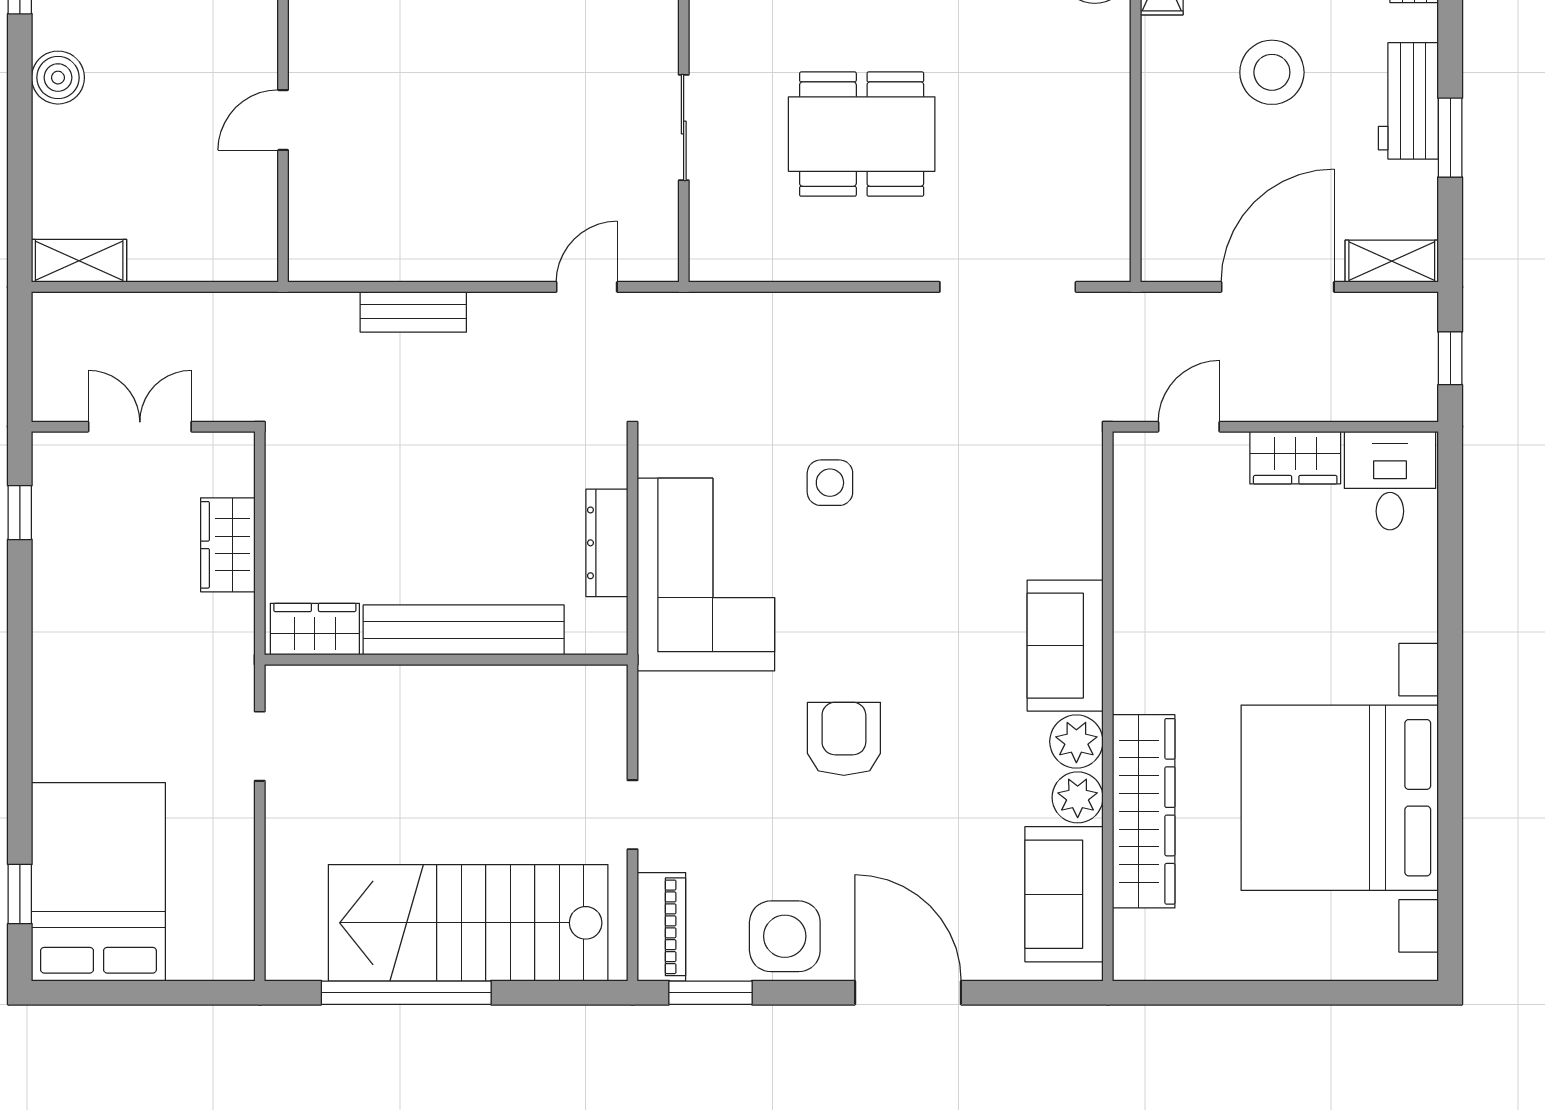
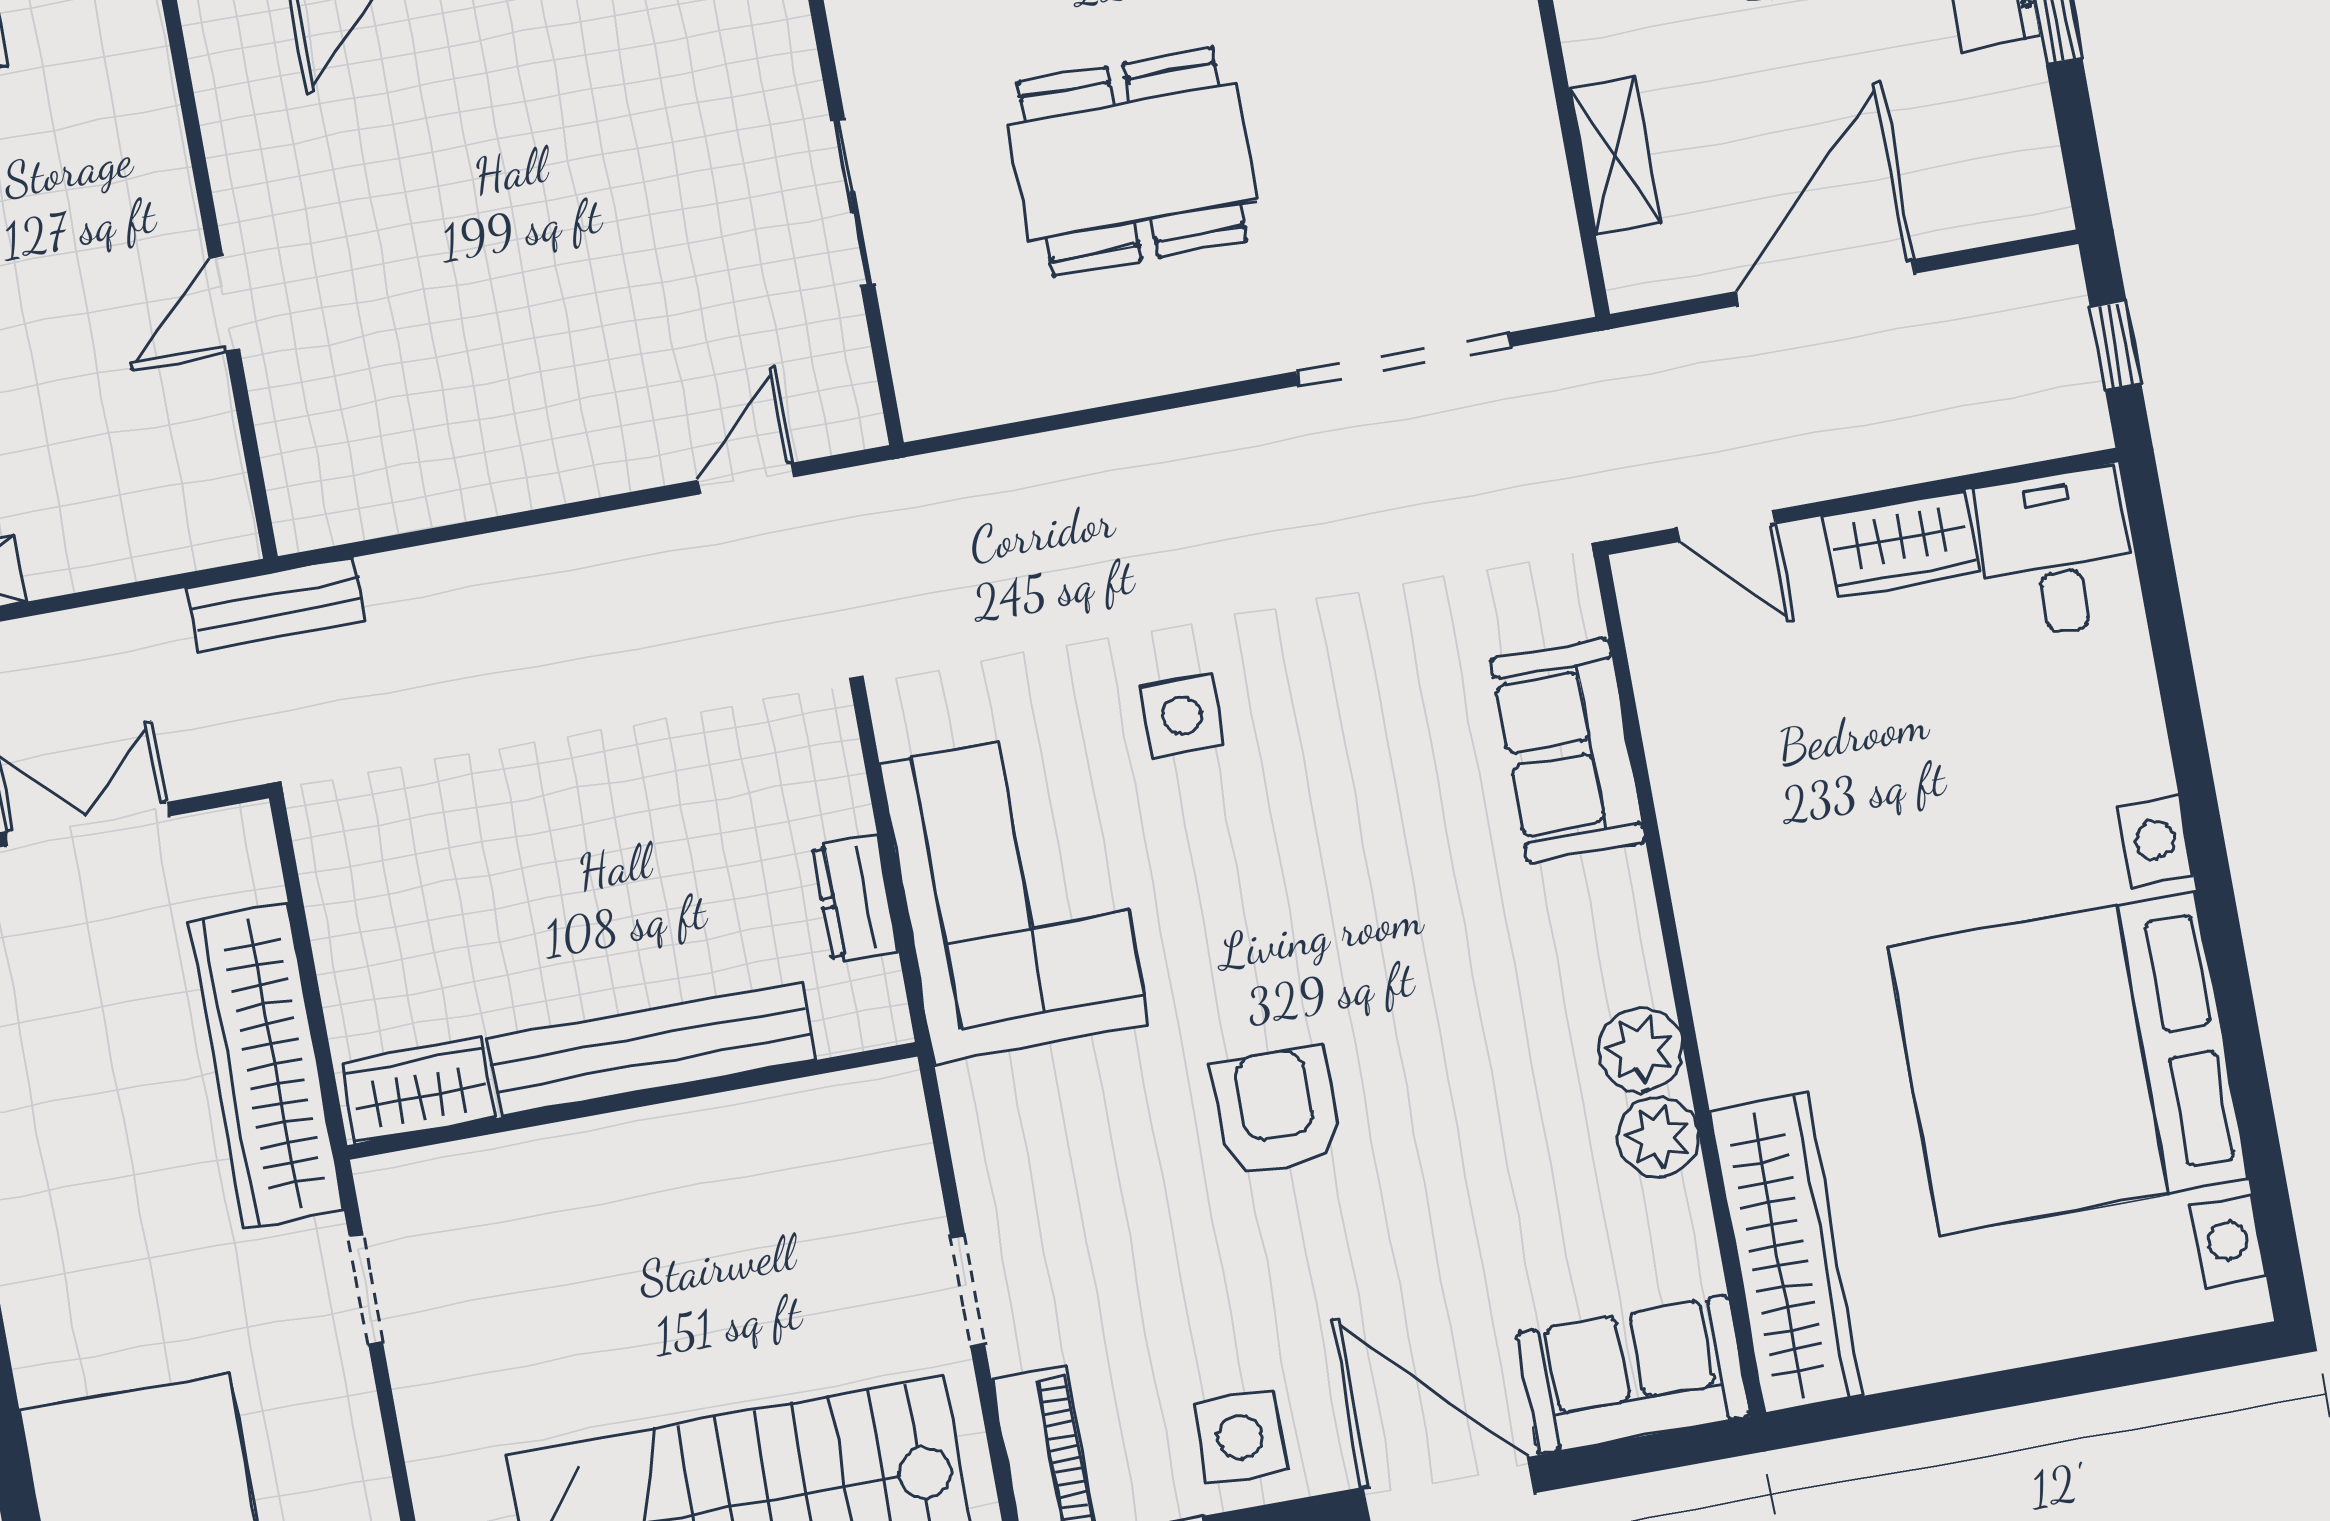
shelving: (1392, 261) -> (1615, 156), moved, turned 90
bench: (413, 312) -> (277, 604), moved
door: (1189, 427) -> (1727, 526), swing flipped
dresser: (607, 543) -> (855, 898), width x0.70
wardrobe: (228, 545) -> (266, 1066), width x2.10, depth x1.17
sofa: (1065, 646) -> (1568, 751), moved
wardrobe: (1144, 811) -> (1786, 1254), moved
sofa: (1064, 894) -> (1633, 1375), moved, turned 90
side table: (785, 936) -> (1240, 1437), width x0.73, depth x0.73

